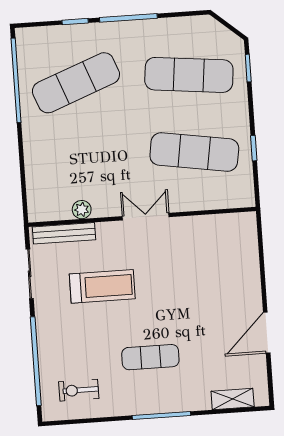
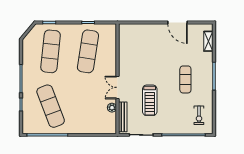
double door: (146, 217) -> (118, 87), moved
treadmill: (102, 286) -> (150, 100), turned 180

